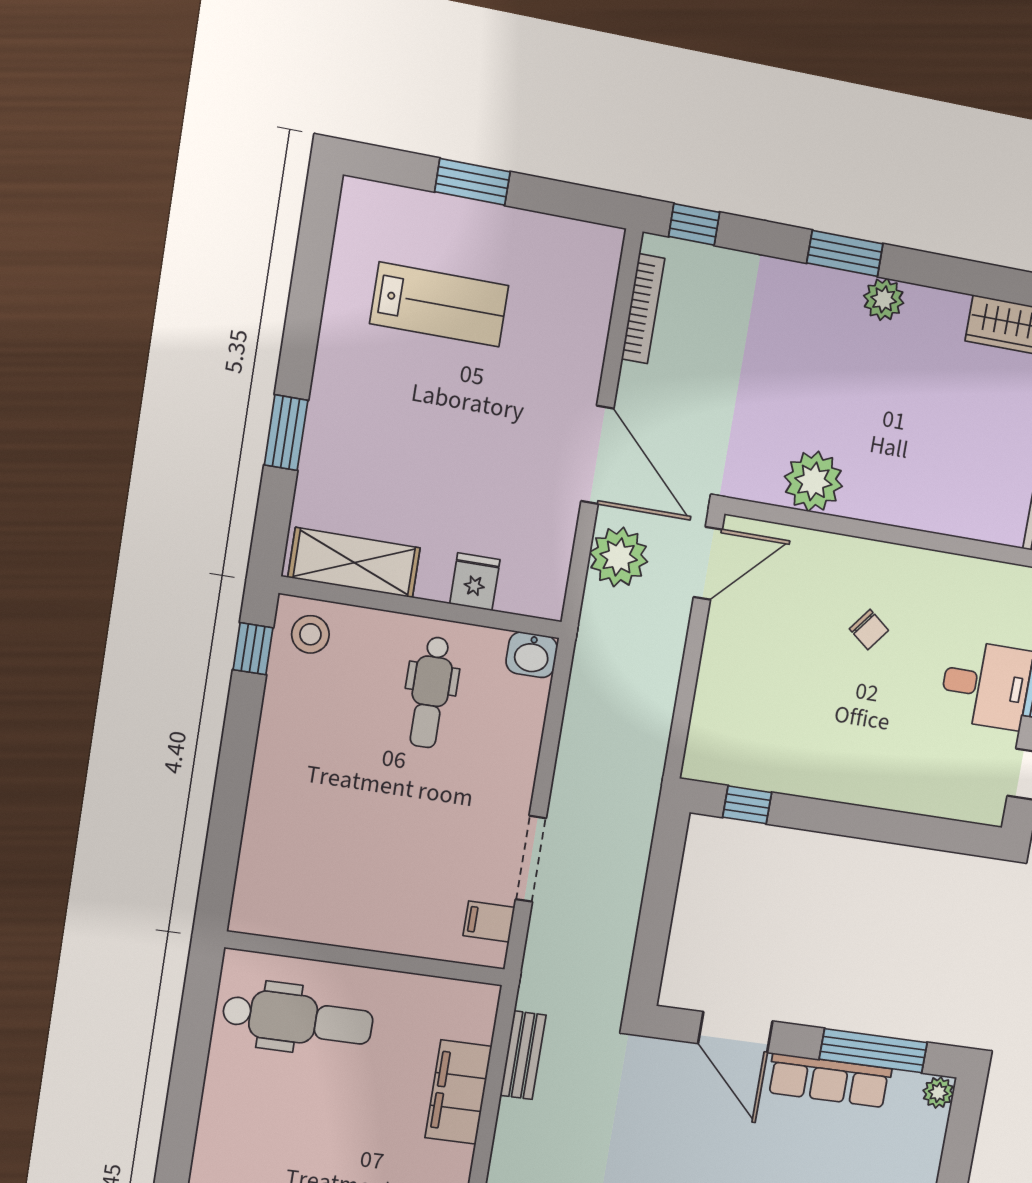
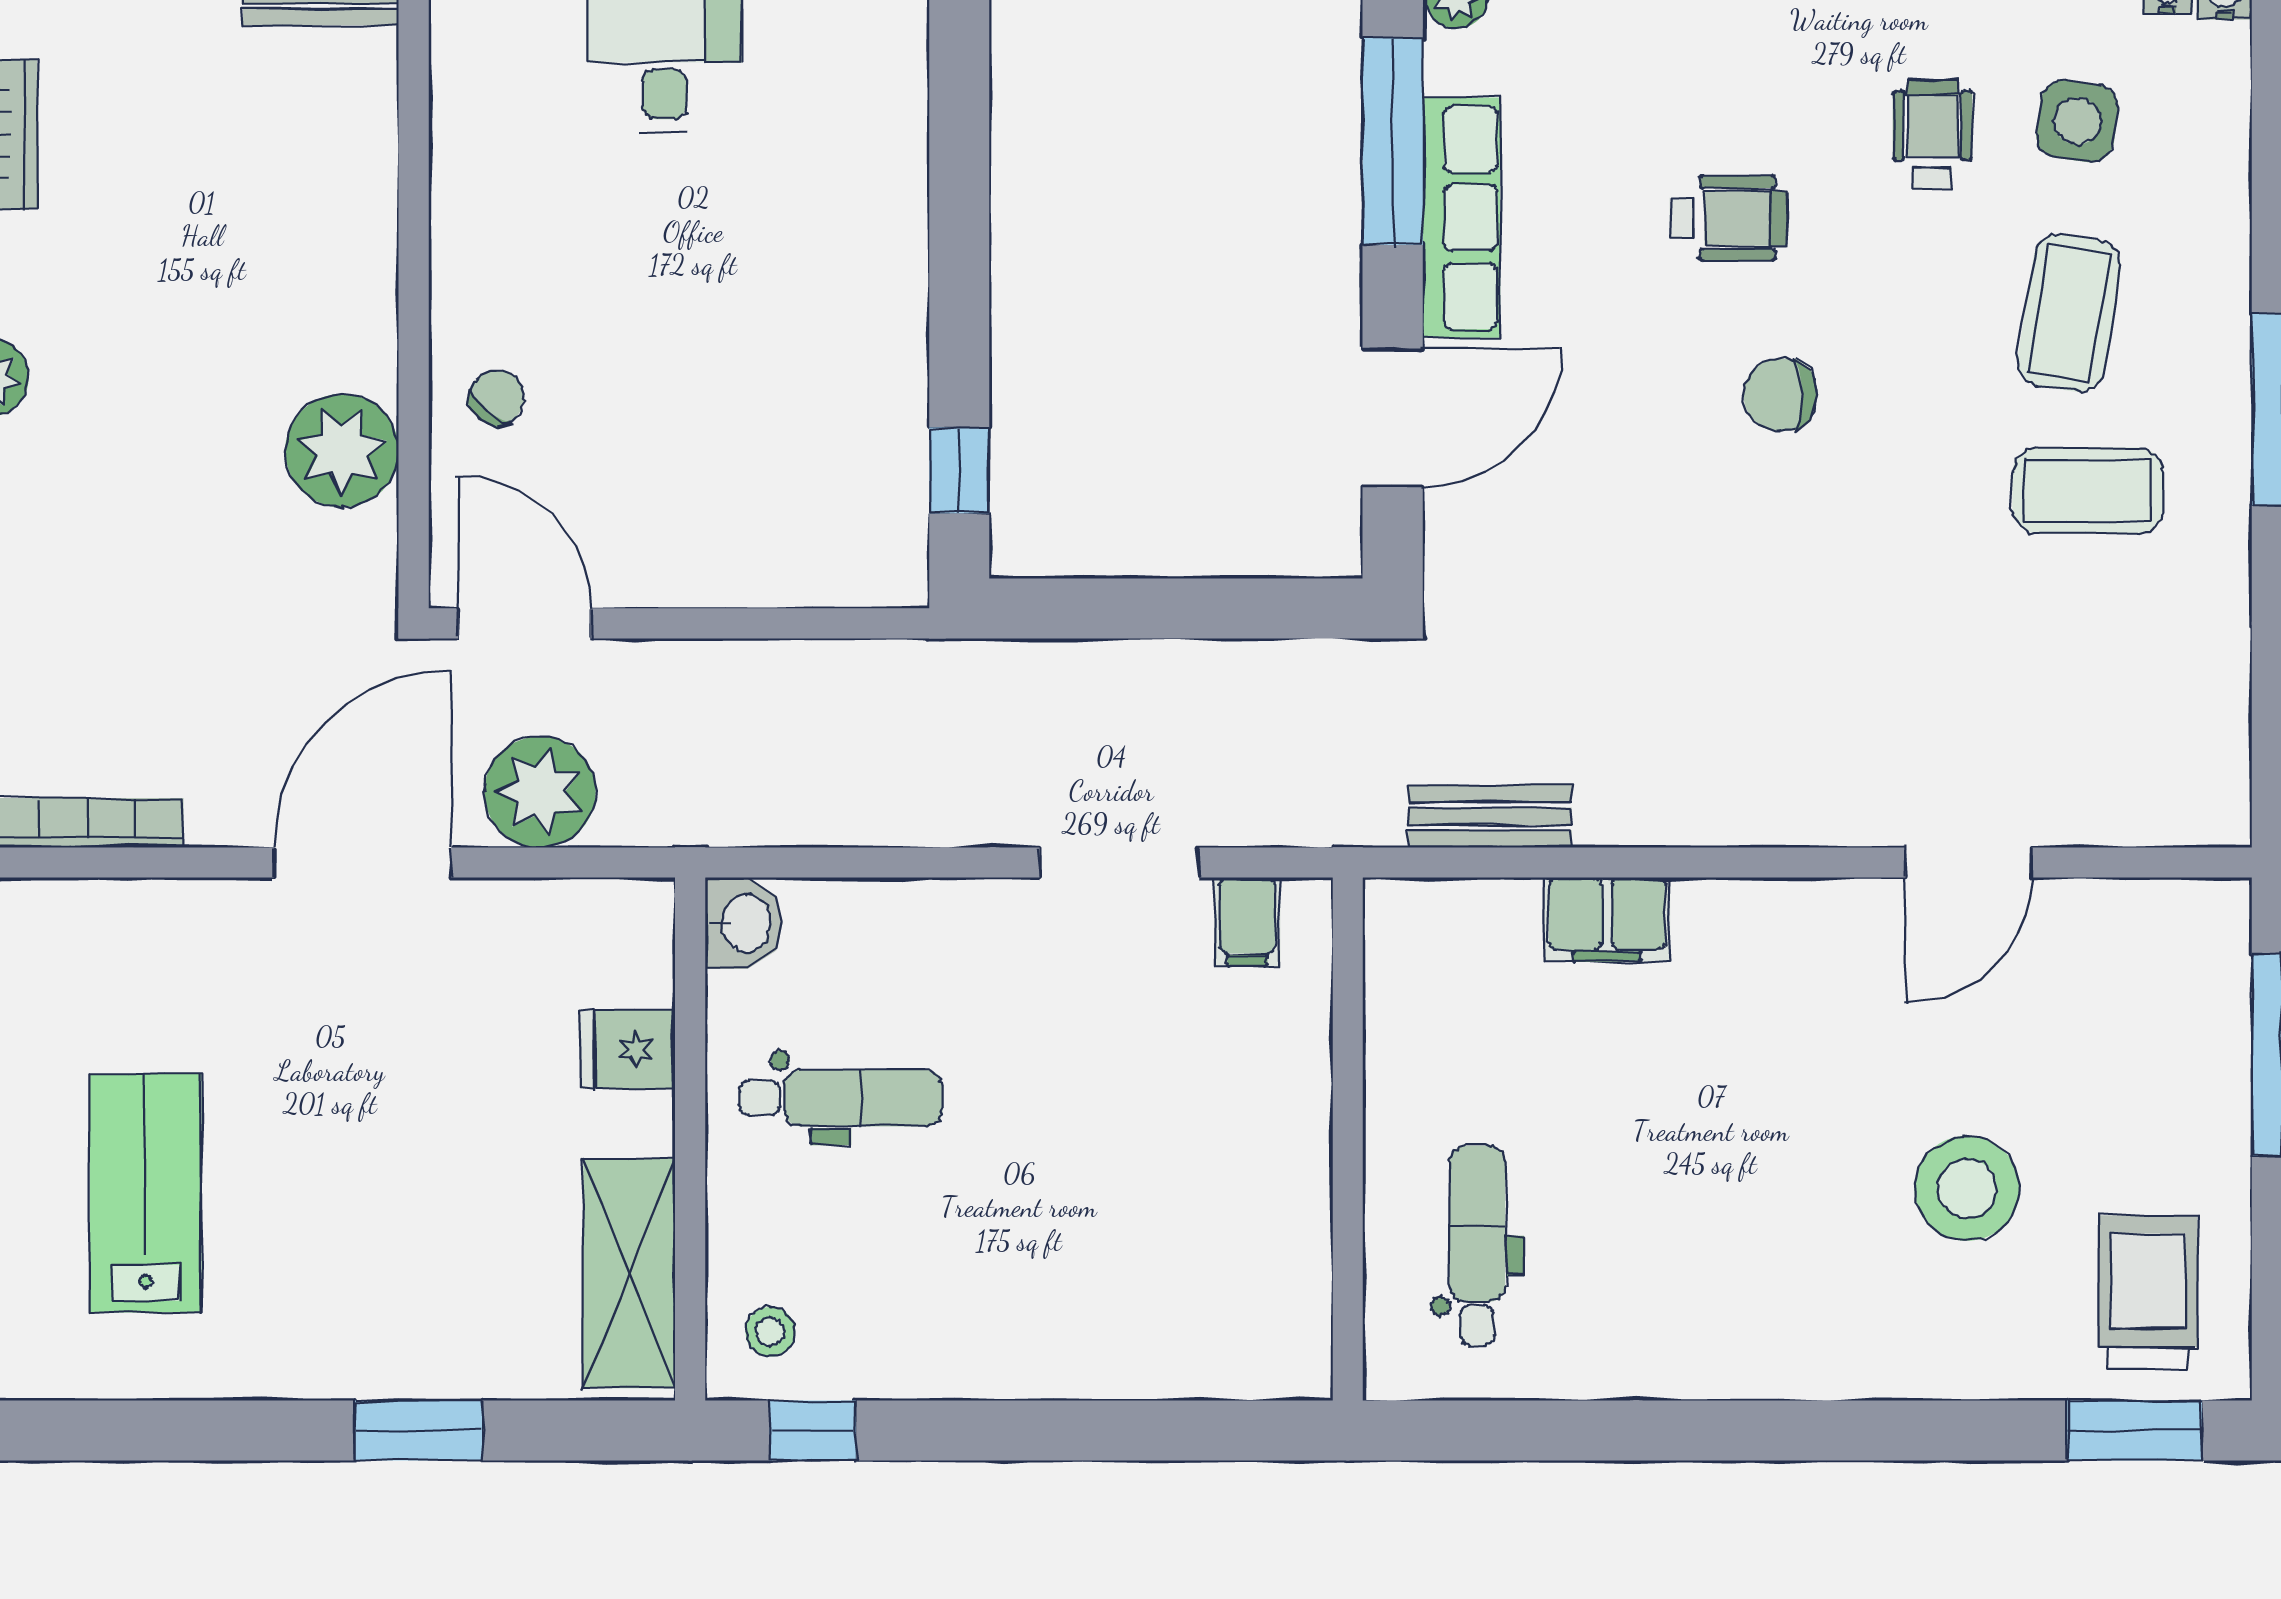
chair: (869, 630) -> (497, 397), moved
stool: (310, 634) -> (770, 1332), width x0.73, depth x0.73
dental chair: (298, 1019) -> (1477, 1246), width x0.73, depth x0.72
filing cabinet: (458, 1092) -> (1607, 920), width x0.67, depth x0.86

